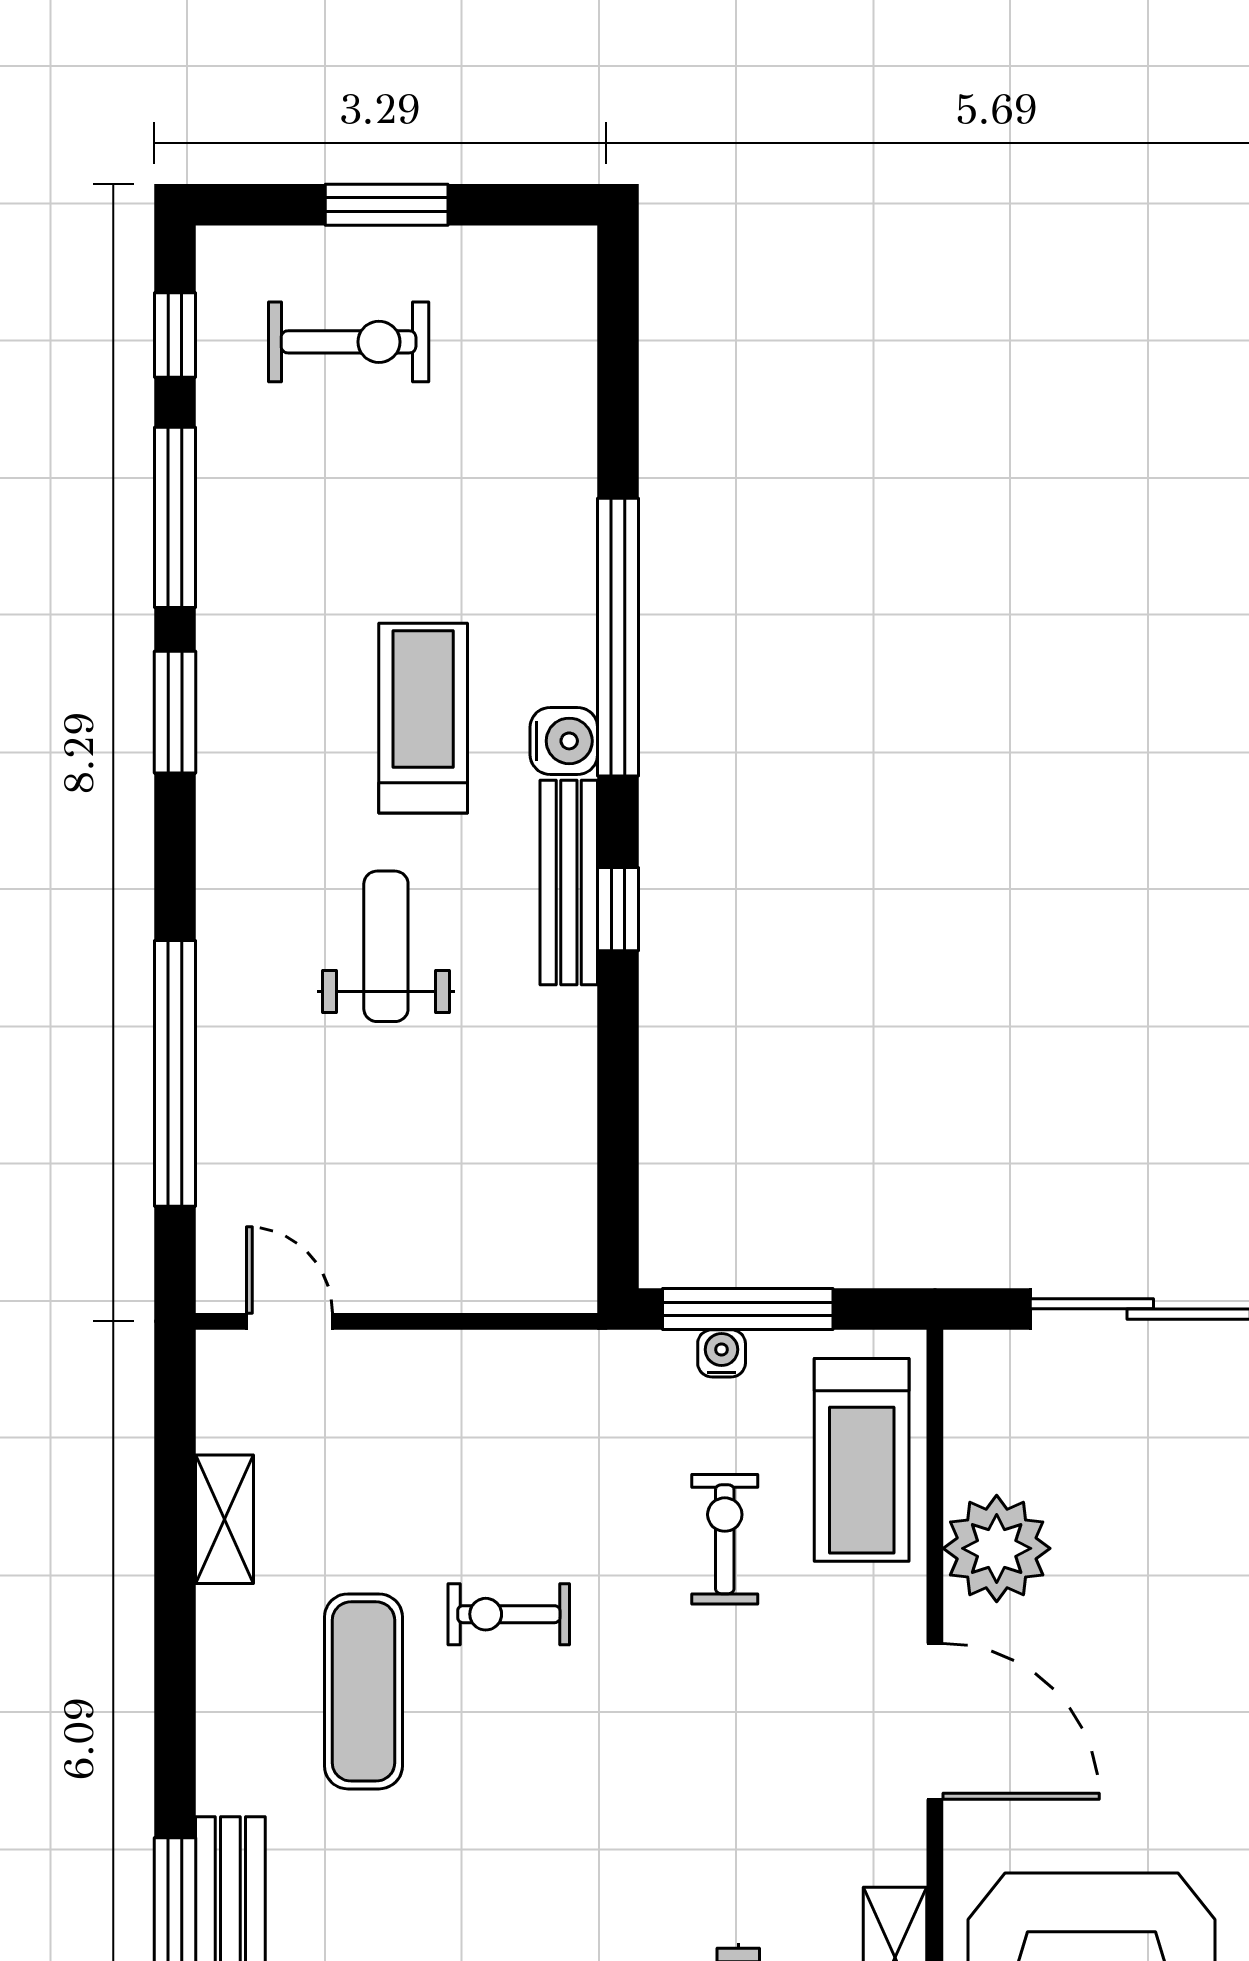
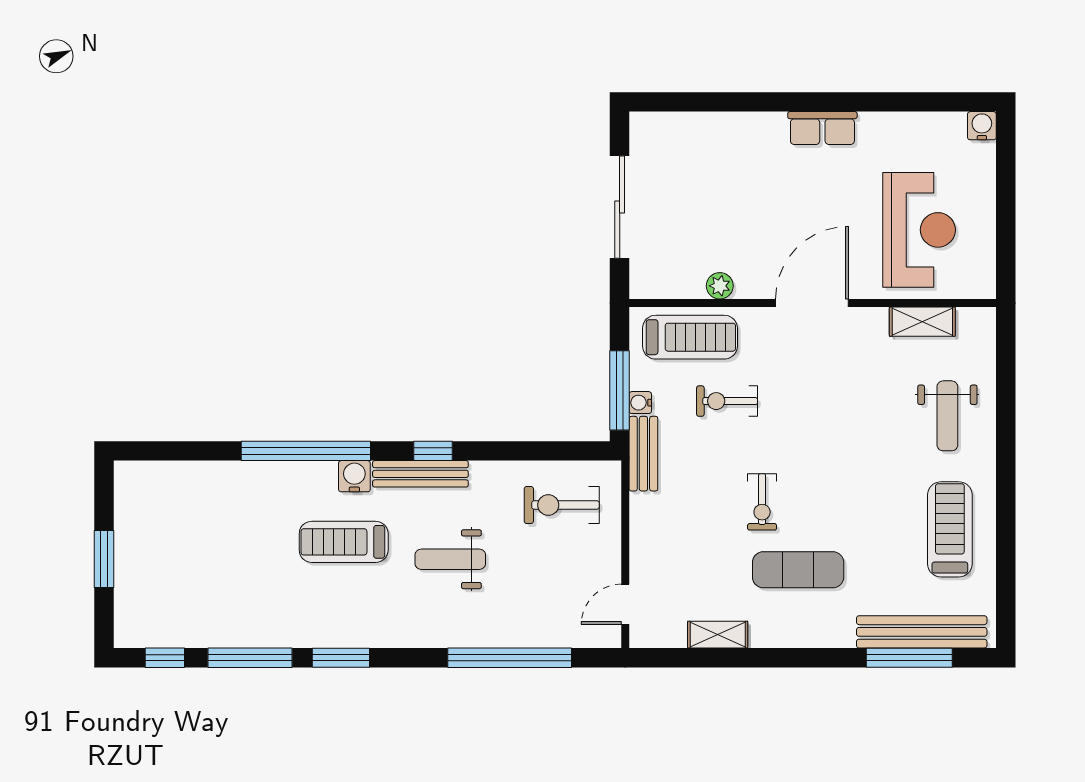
exercise bike: (349, 342) -> (562, 505), moved, turned -90
bench: (612, 1360) -> (643, 454), added
plant: (997, 1548) -> (720, 286), width x0.53, depth x0.53

